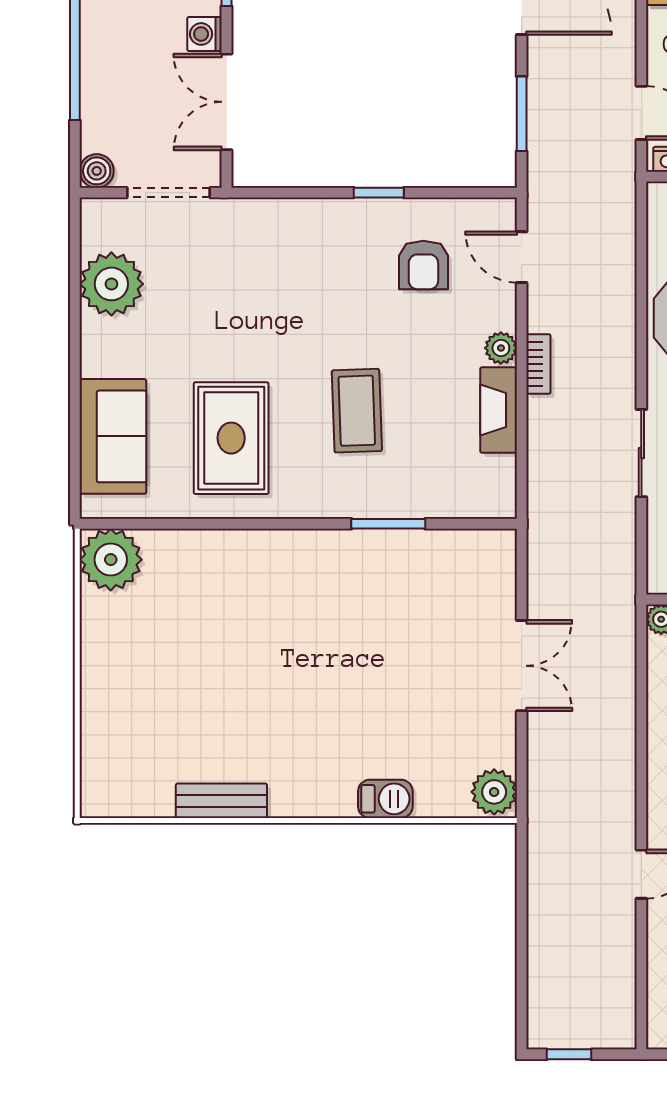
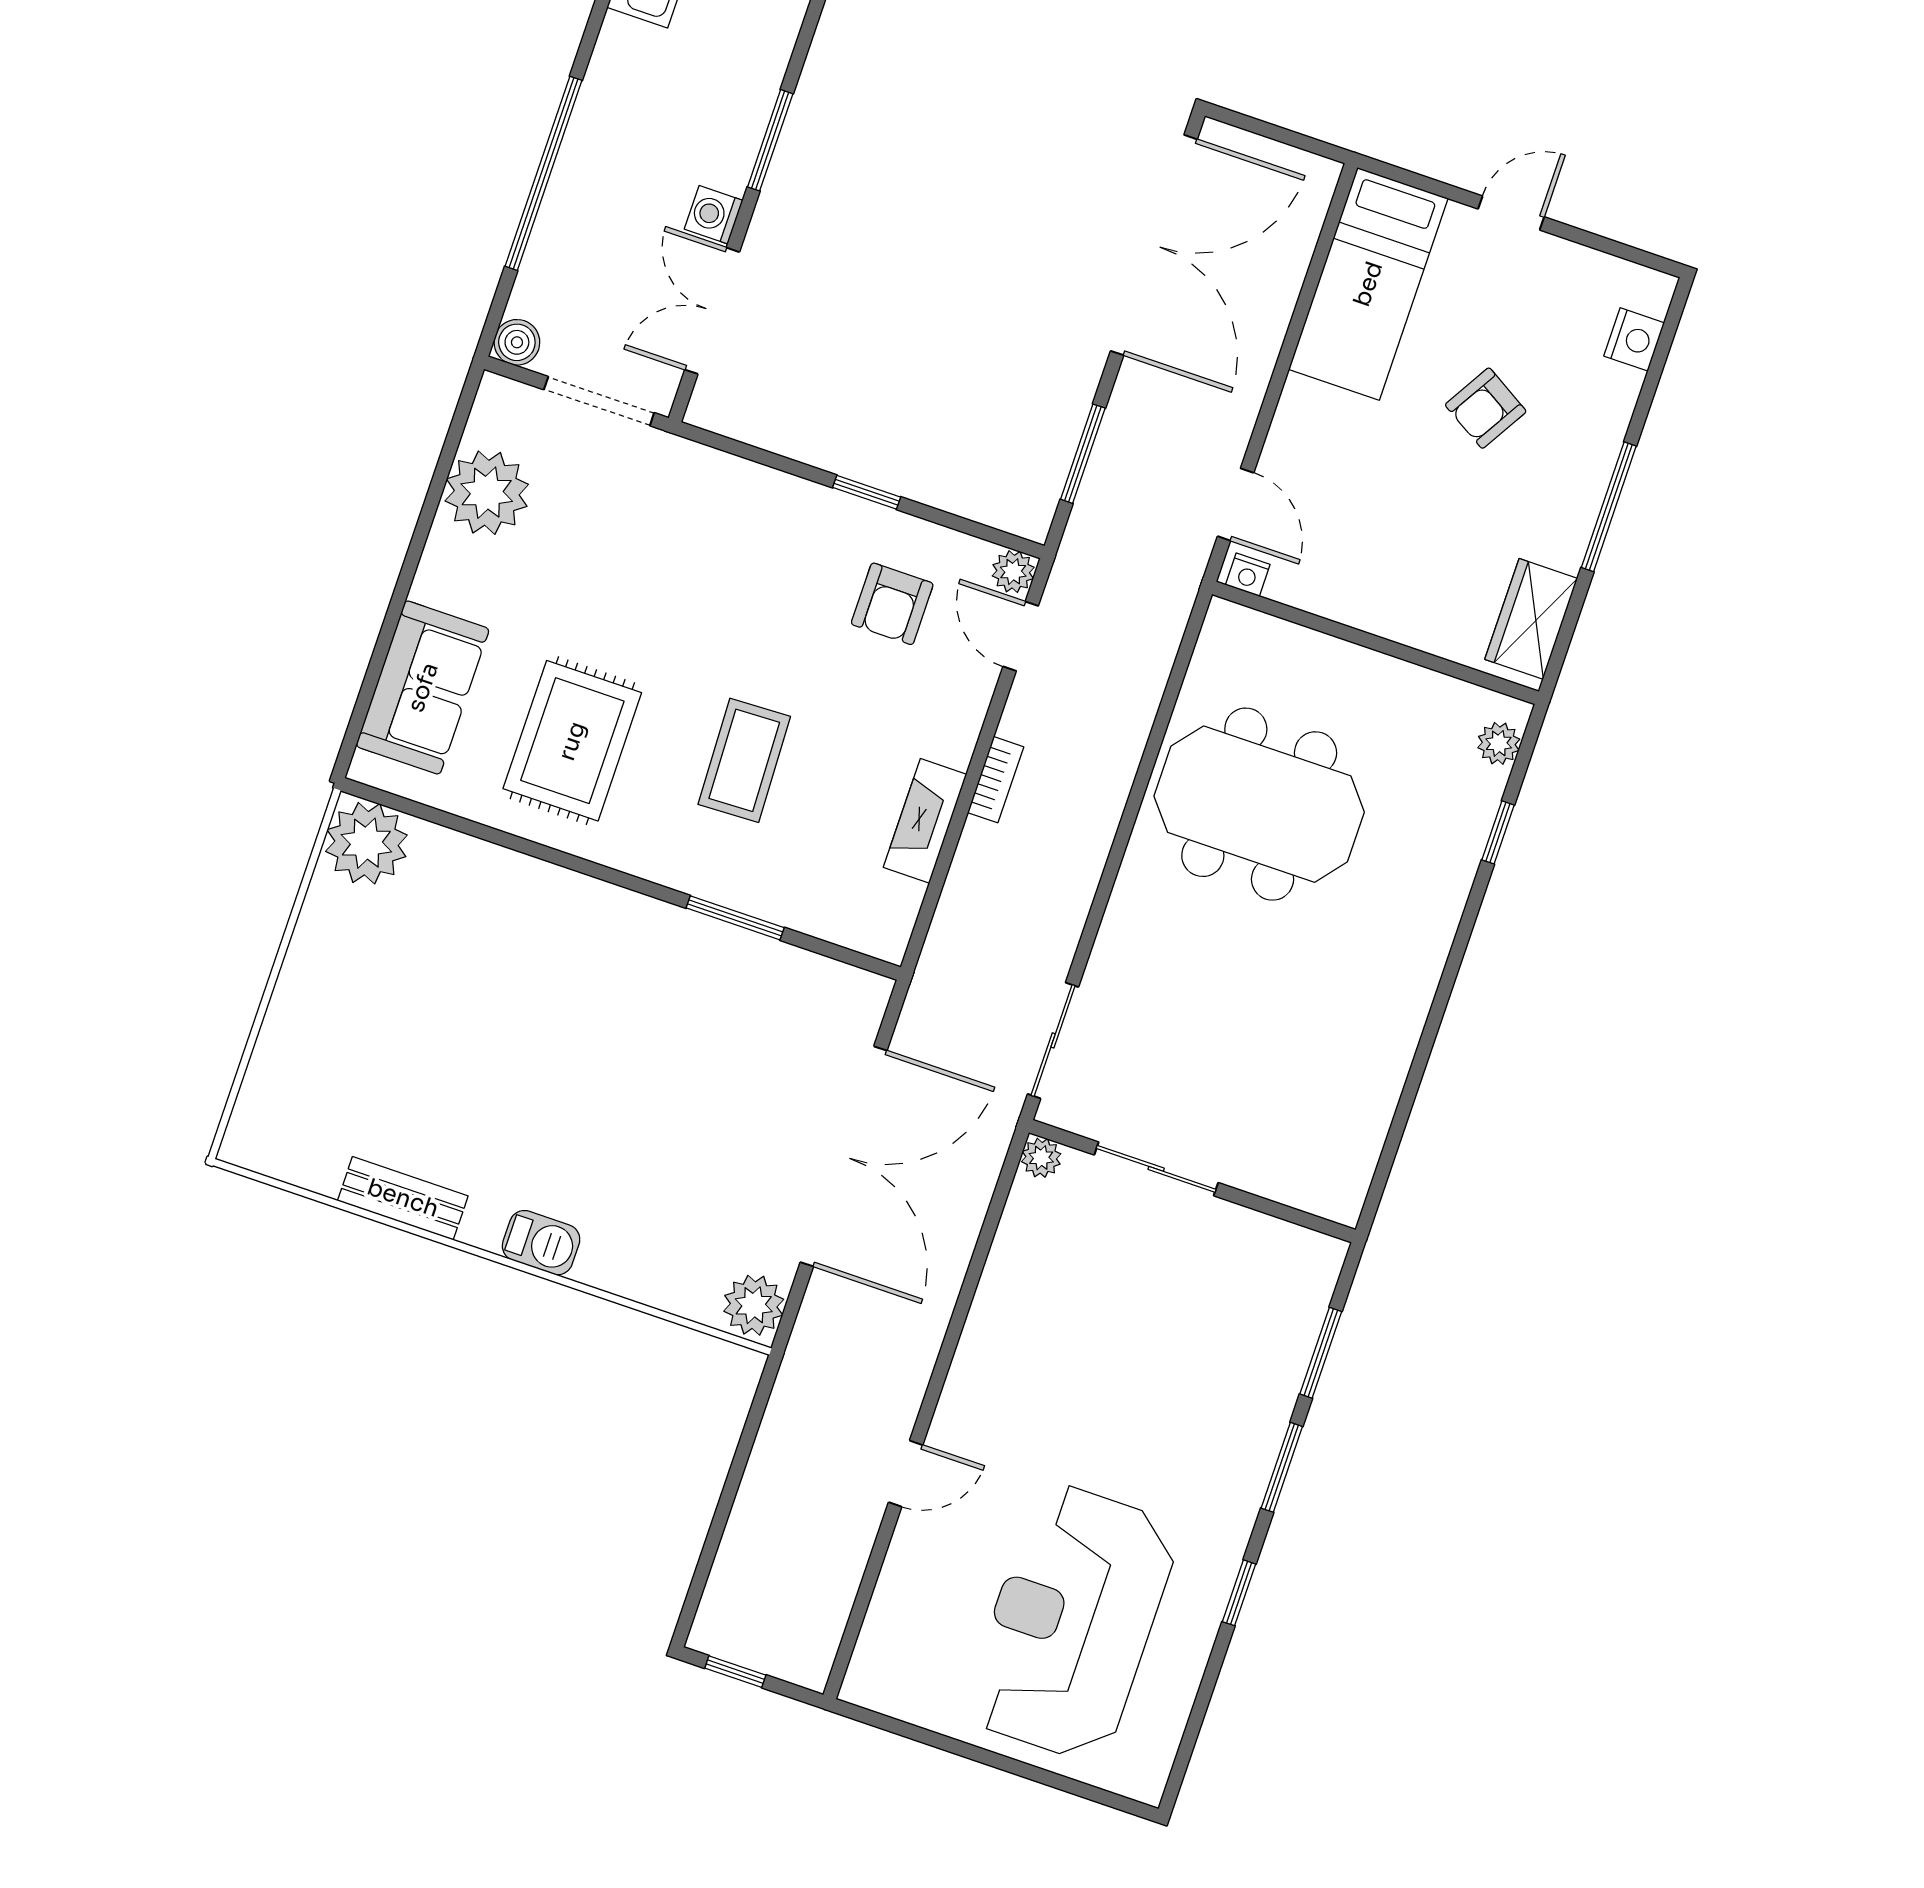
plant: (501, 348) -> (1013, 572), moved
sliding door: (641, 453) -> (1053, 1040), moved
double door: (522, 666) -> (844, 1156), width x1.87
barbecue: (385, 799) -> (541, 1243), moved

